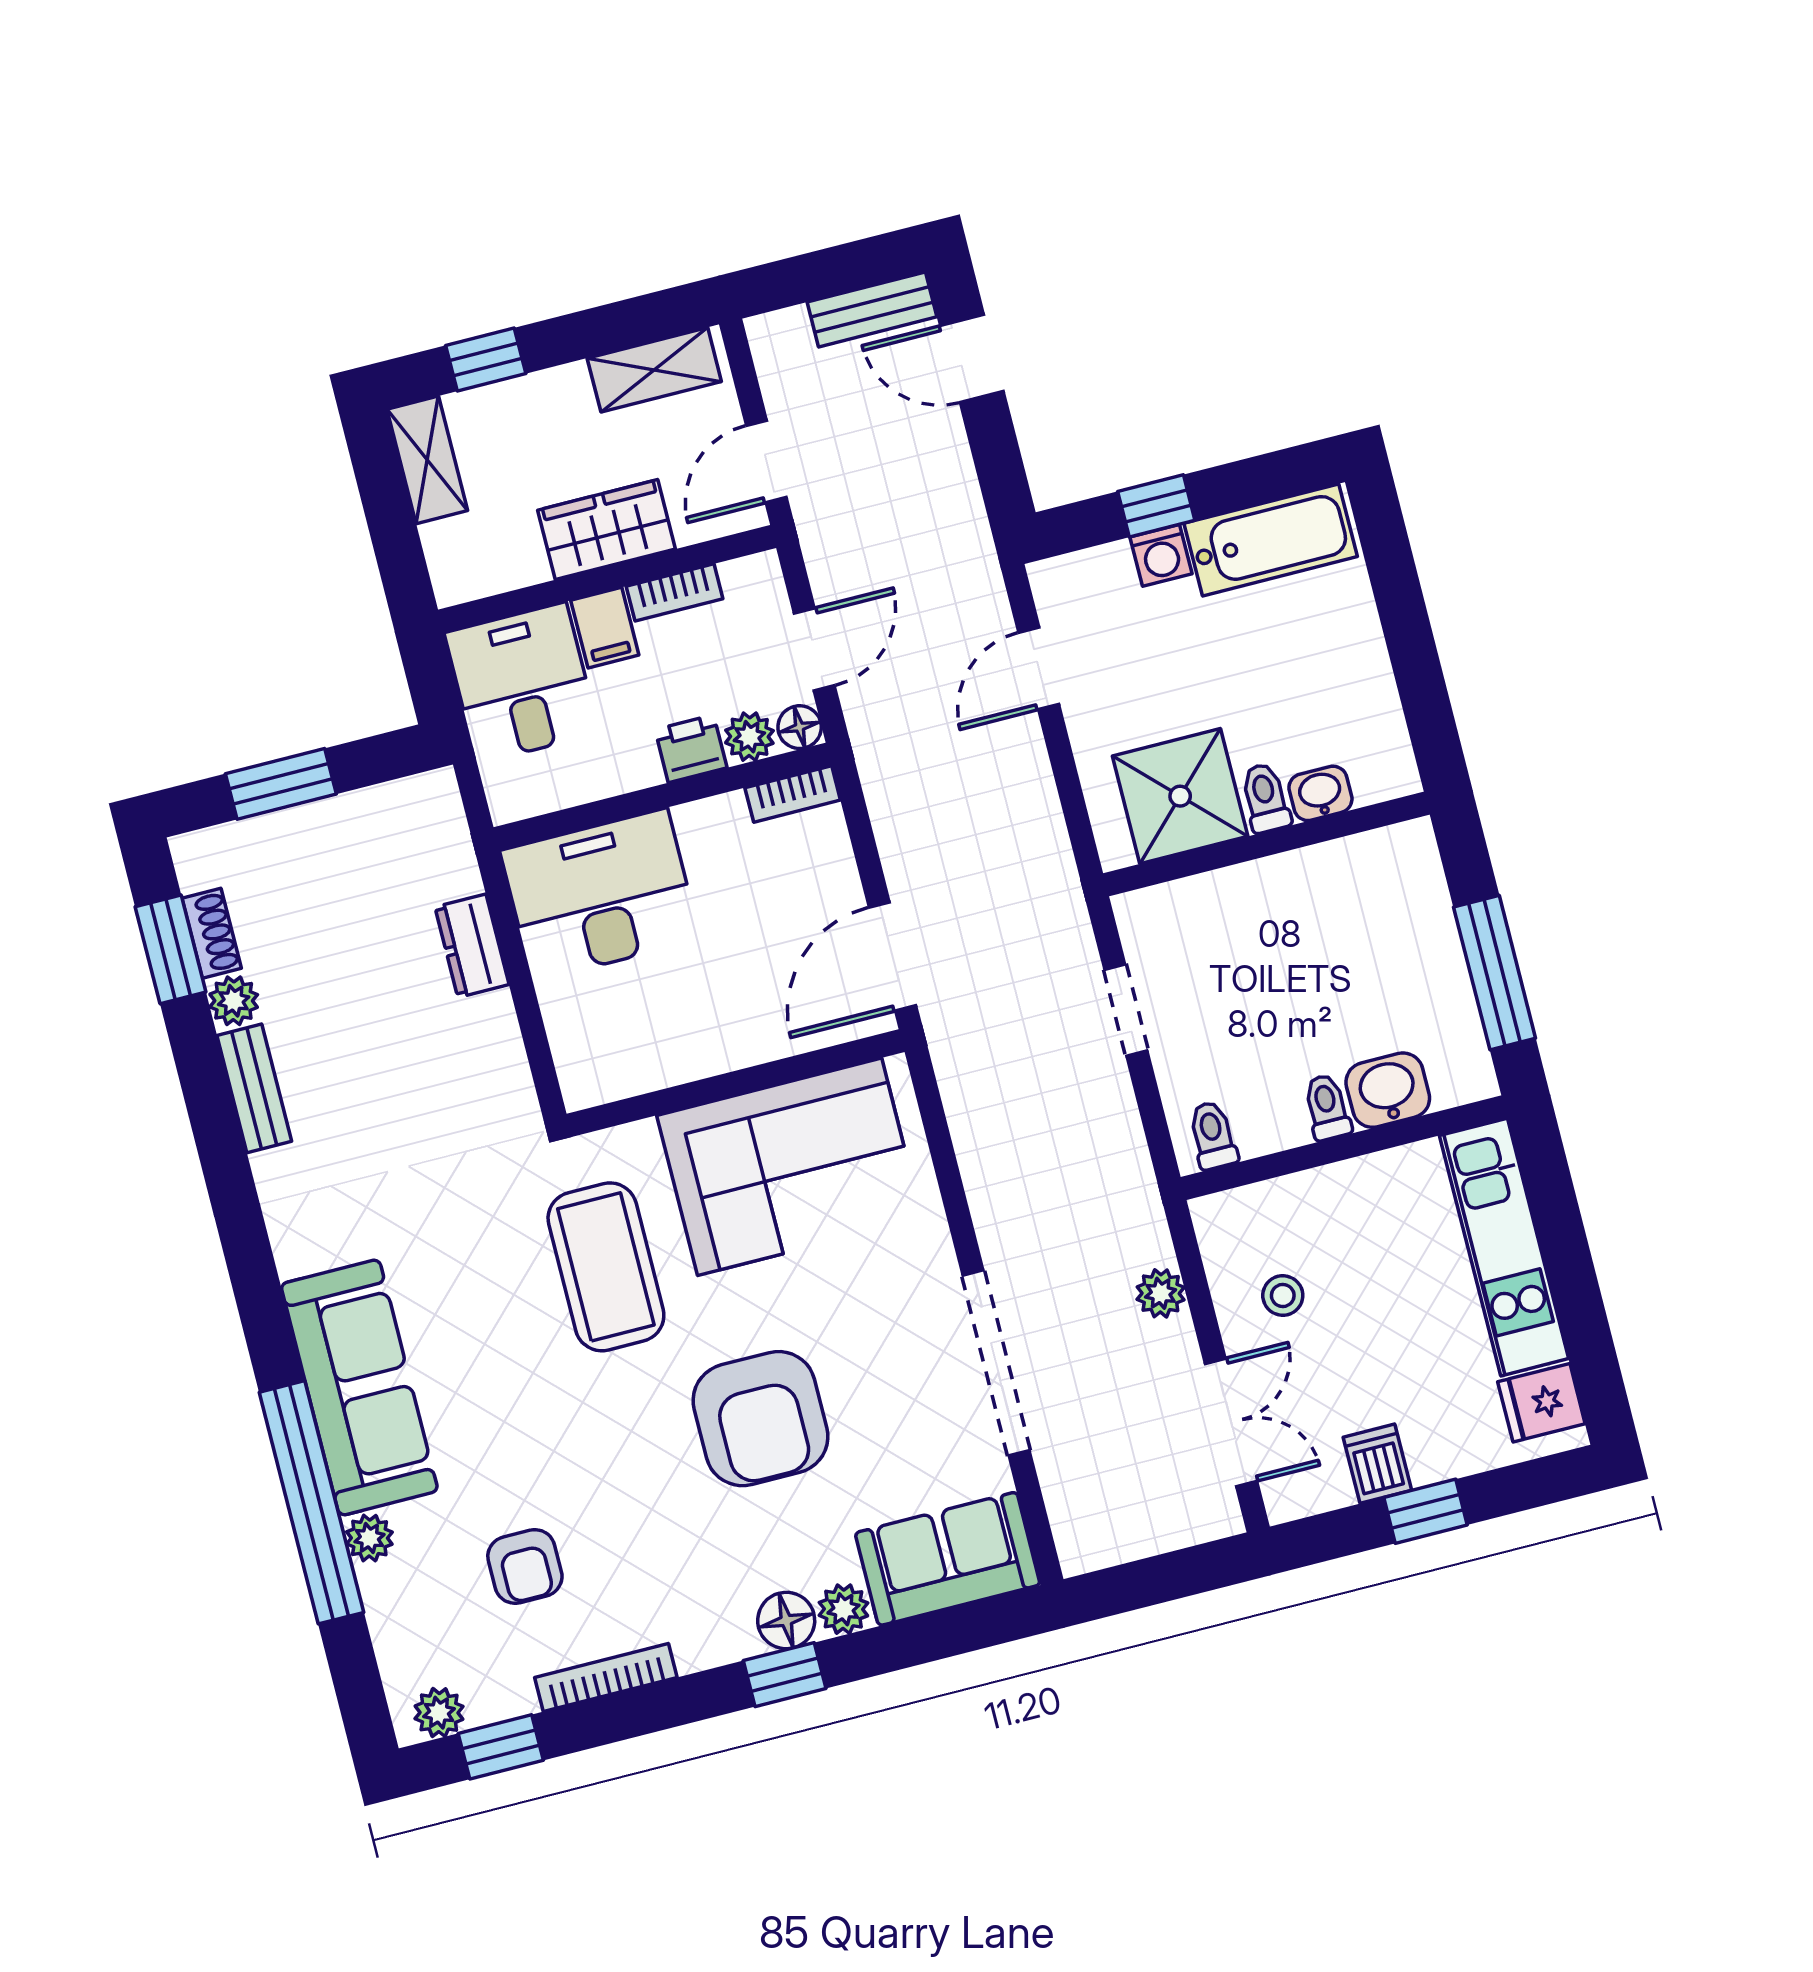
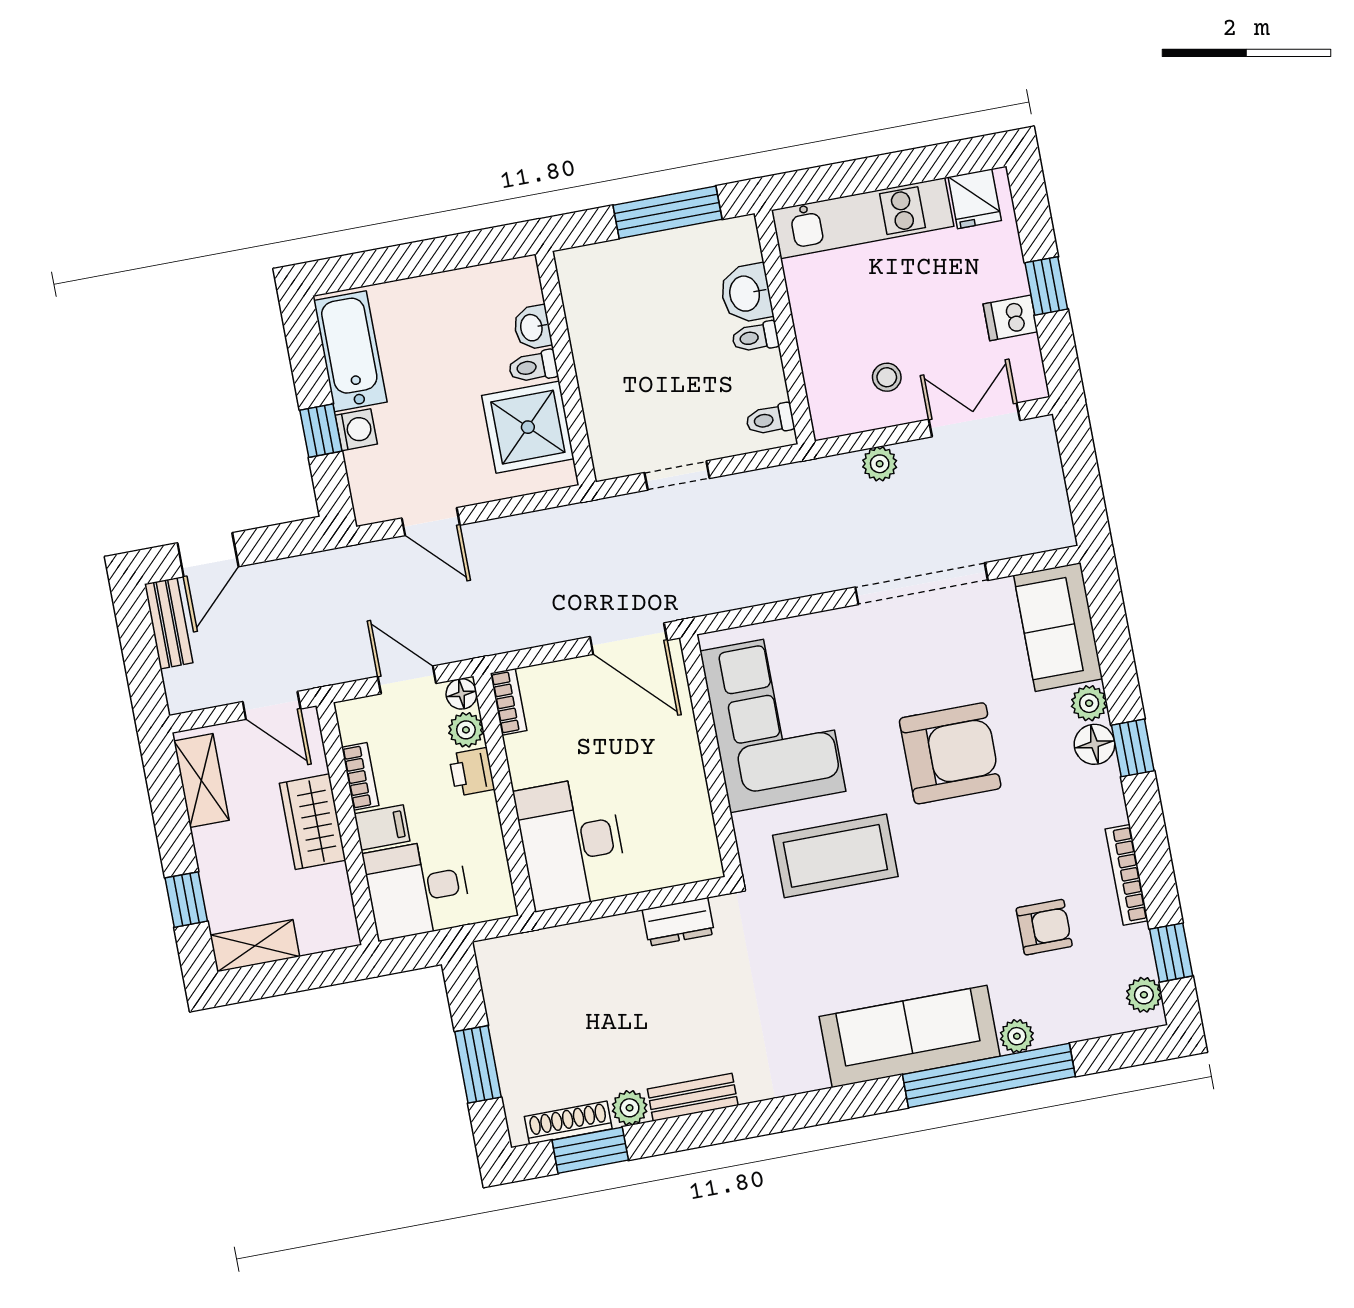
shoe rack: (212, 933) -> (568, 1123), width x1.43
dresser: (472, 946) -> (678, 922), moved

